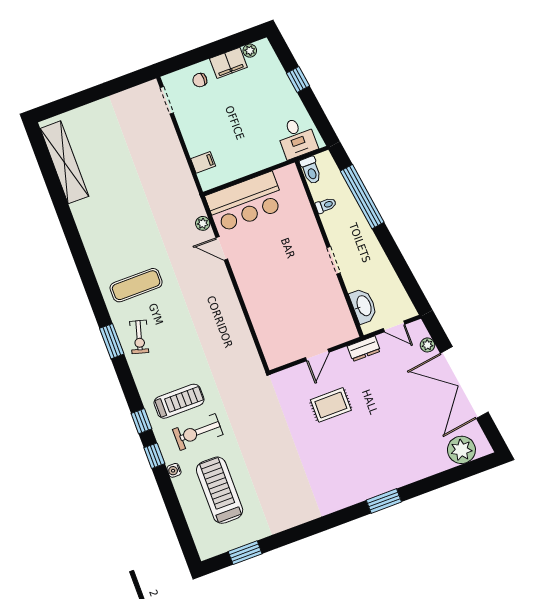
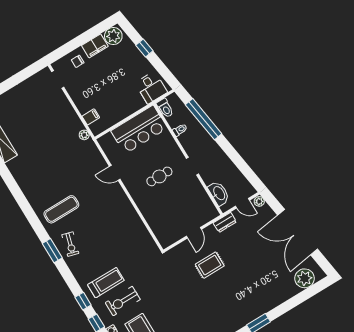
plant: (250, 51) -> (113, 36), width x1.88, depth x1.88
bar counter: (245, 202) -> (139, 130), moved
plant: (203, 223) -> (84, 135), moved
cafe table: (284, 266) -> (159, 176), added
plant: (427, 345) -> (259, 201), moved

